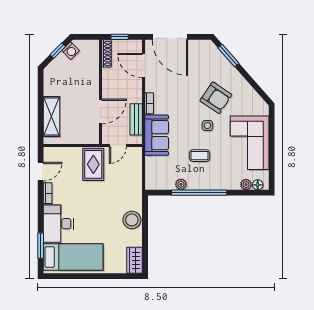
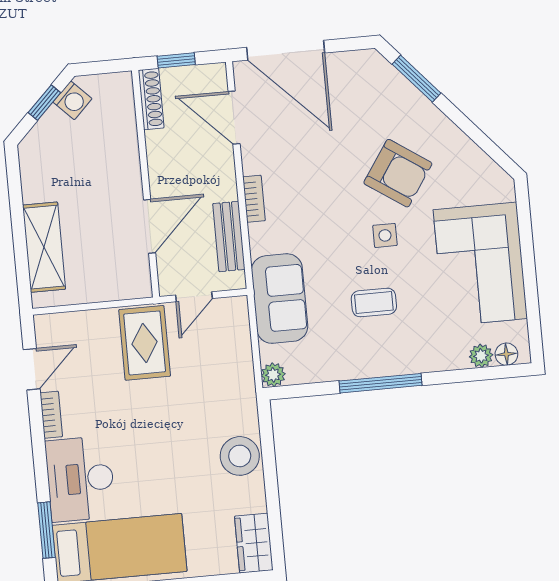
sofa: (157, 135) -> (279, 299), moved
plant: (181, 184) -> (273, 375), moved
window: (199, 193) -> (380, 383), width x0.68

